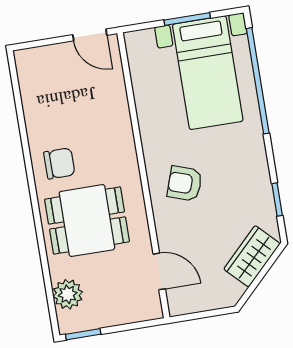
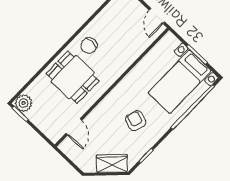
chair: (59, 163) -> (89, 46), turned 90
armchair: (185, 183) -> (136, 121), moved
plant: (68, 294) -> (23, 103), moved

